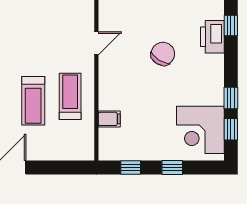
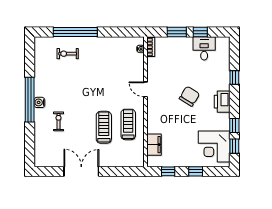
printer: (212, 37) -> (222, 102), moved
door: (96, 43) -> (146, 89), swing flipped
treadmill: (33, 101) -> (104, 127), turned 180
filing cabinet: (109, 119) -> (154, 145), width x2.00

